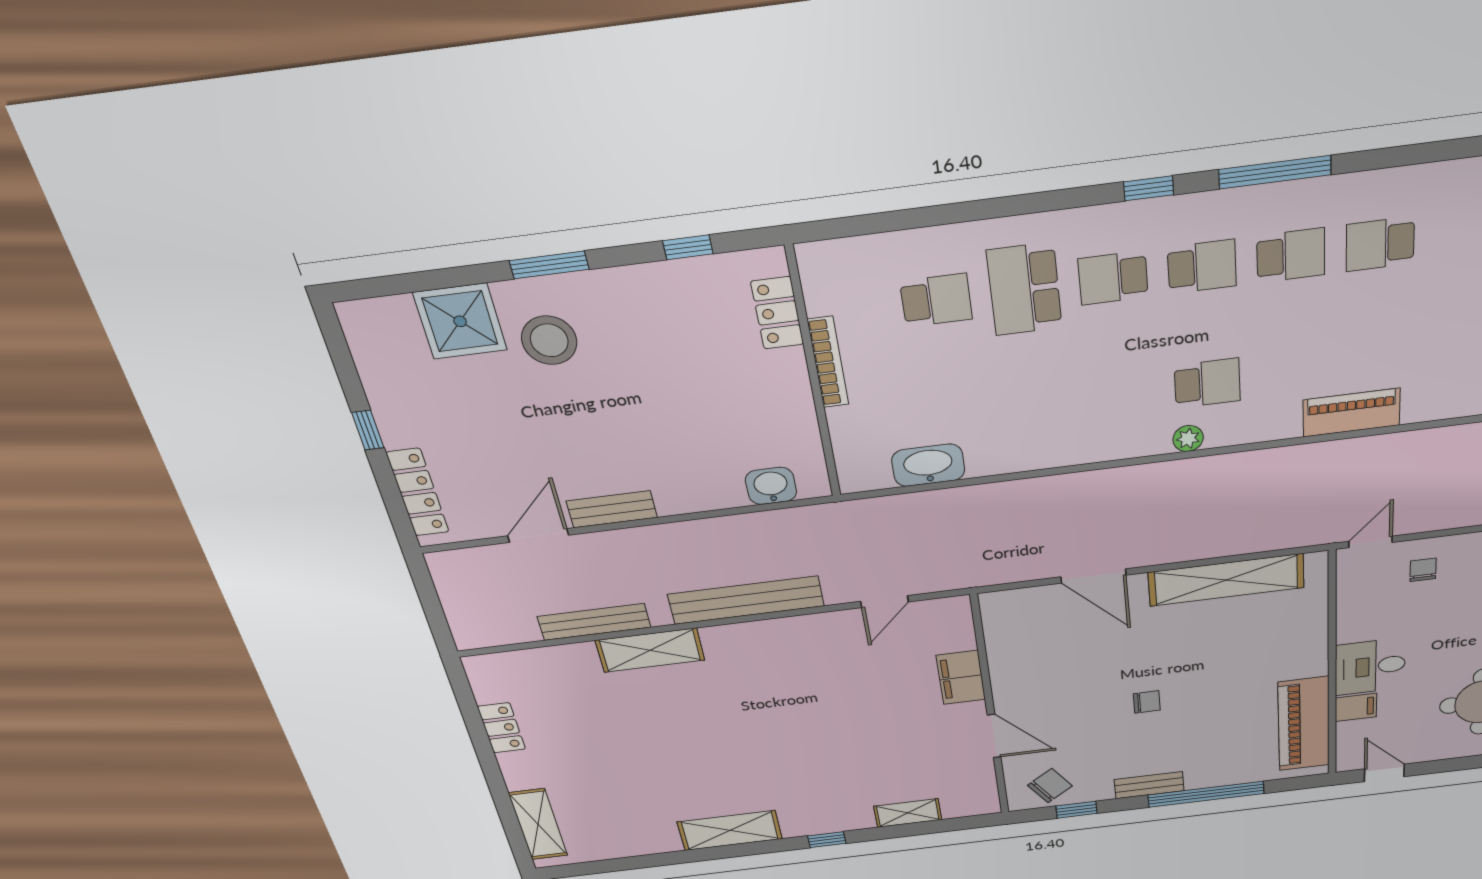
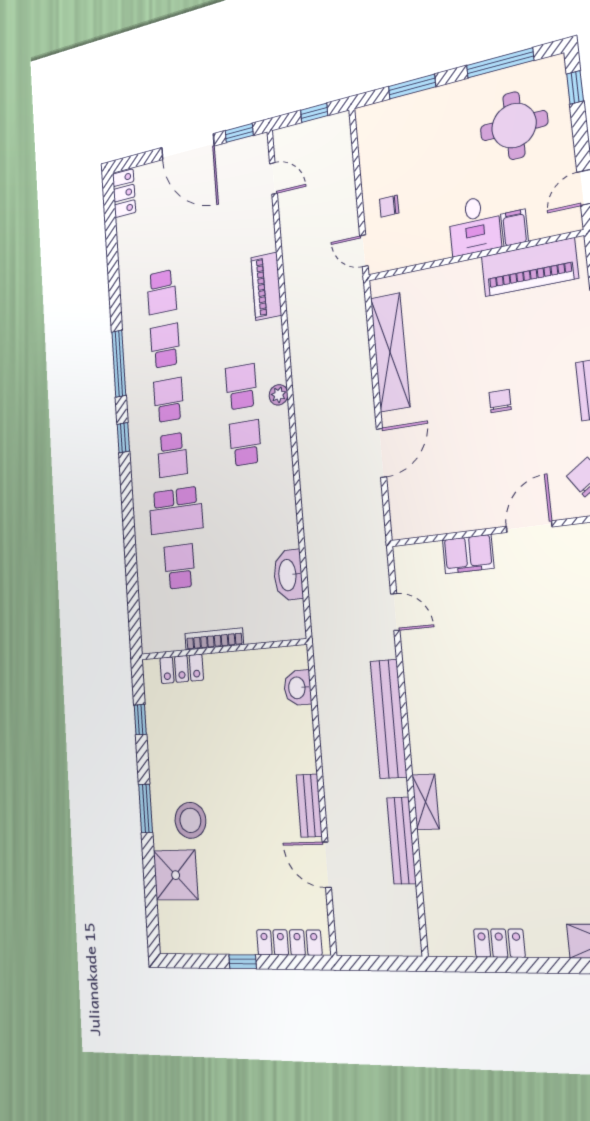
school desk: (1122, 394) -> (245, 443), added
shelving: (650, 650) -> (426, 802), width x0.67, depth x0.75

